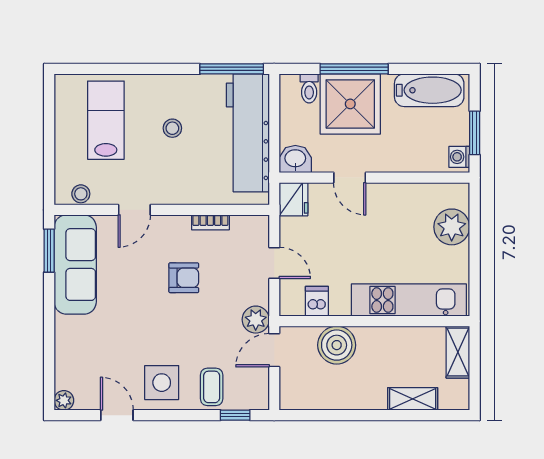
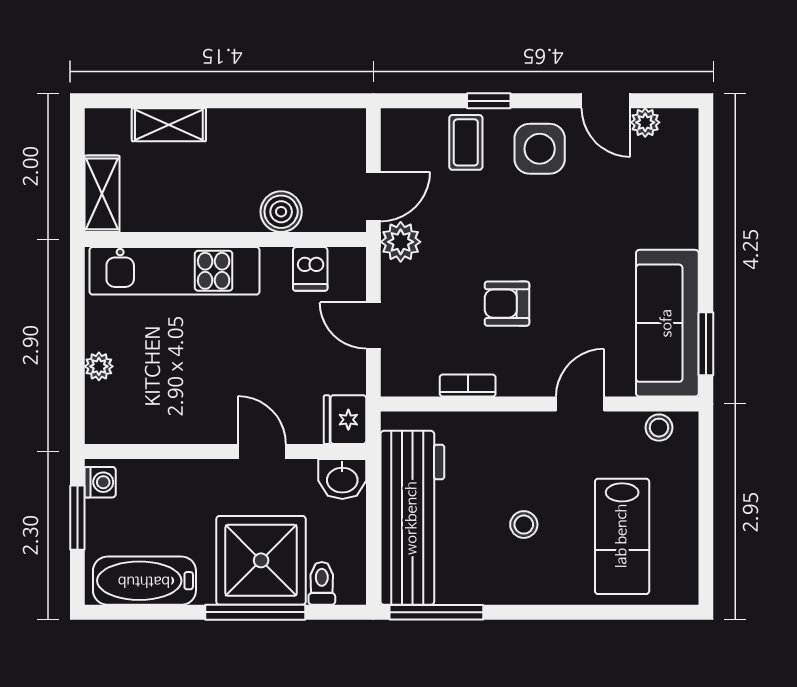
plant: (452, 227) -> (99, 366), width x0.53, depth x0.53
boiler: (337, 345) -> (281, 212), width x0.73, depth x0.73
plant: (64, 400) -> (645, 122), moved
window: (235, 415) -> (489, 101), moved

